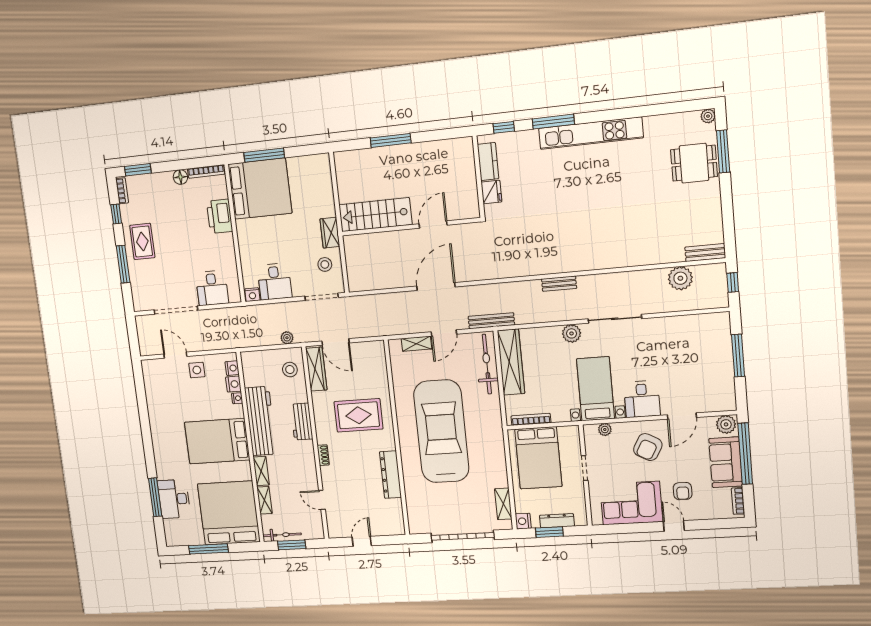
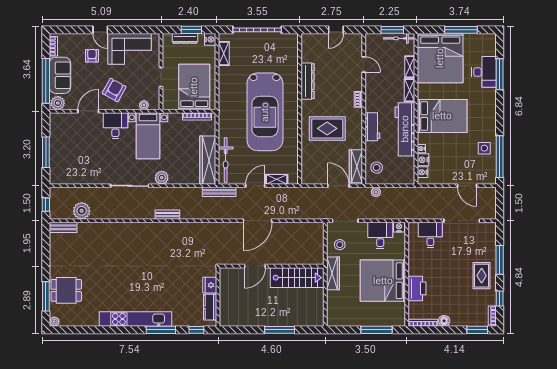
bed: (260, 189) -> (383, 281), moved
wardrobe: (330, 233) -> (333, 273), width x1.50
side table: (197, 370) -> (484, 148), moved
window: (141, 395) -> (500, 157), added

